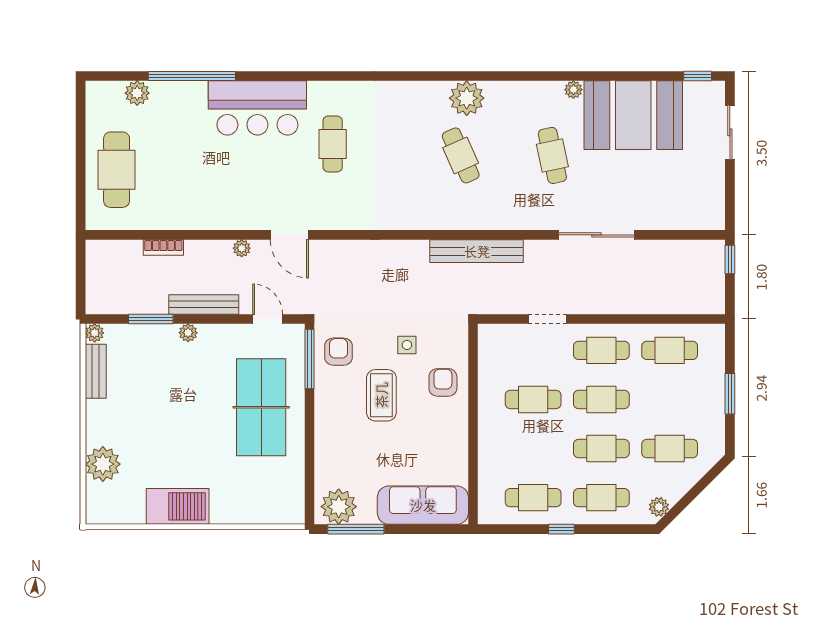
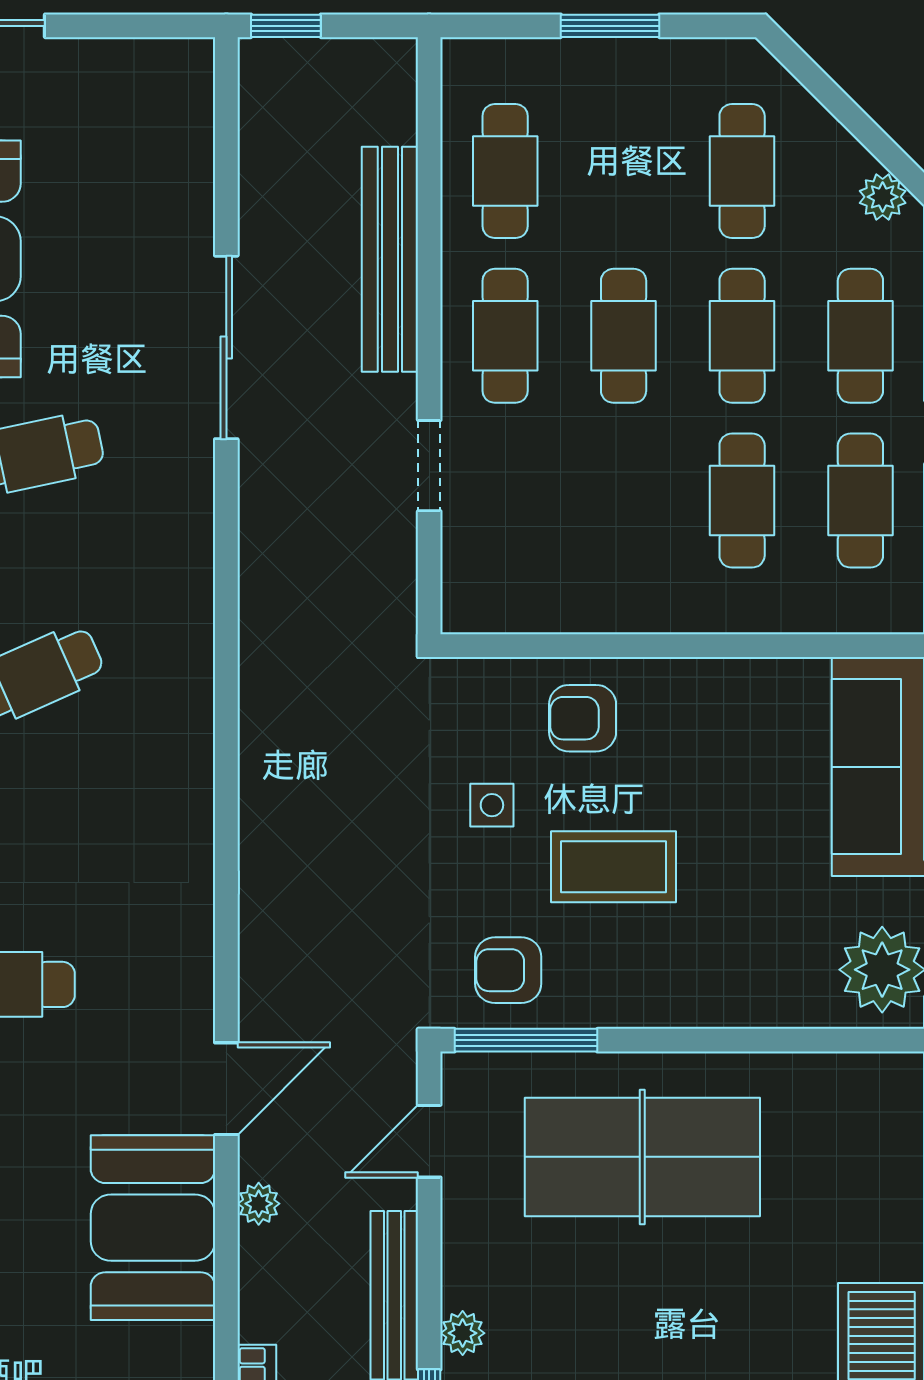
booth: (232, 204) -> (153, 1228), added
bench: (477, 251) -> (390, 259), moved
cafe table: (533, 399) -> (742, 501), moved

